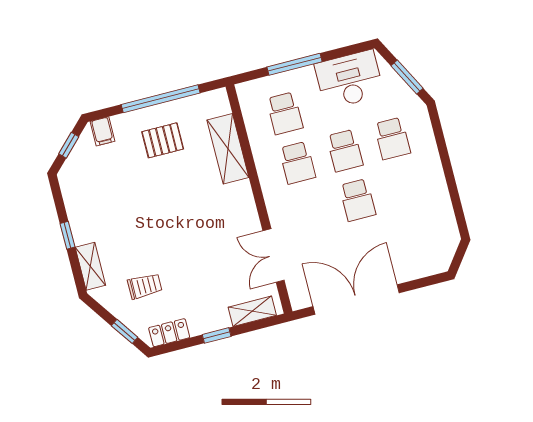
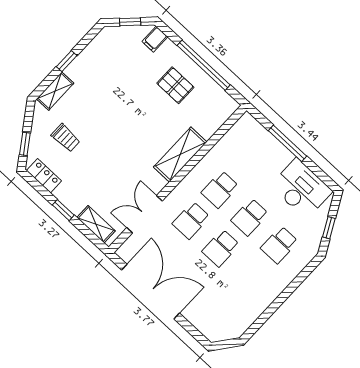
window: (407, 77) -> (329, 228), width x0.67
school desk: (285, 113) -> (191, 220), moved
shelving: (228, 149) -> (180, 154), moved

